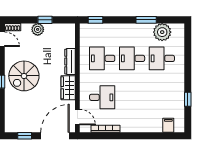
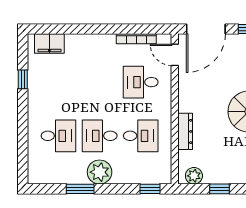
plant: (38, 29) -> (194, 176), moved
plant: (162, 32) -> (100, 172), moved
desk: (132, 58) -> (100, 136), turned 180
wardrobe: (68, 88) -> (188, 95), removed
filing cabinet: (168, 125) -> (49, 44), width x2.00

